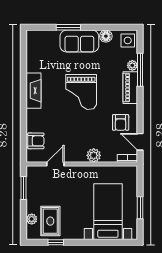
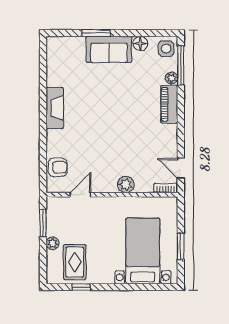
window: (140, 70) -> (181, 65), moved
grand piano: (81, 92) -> (111, 109), removed
armchair: (121, 122) -> (158, 146), removed
plant: (32, 219) -> (53, 243), moved

